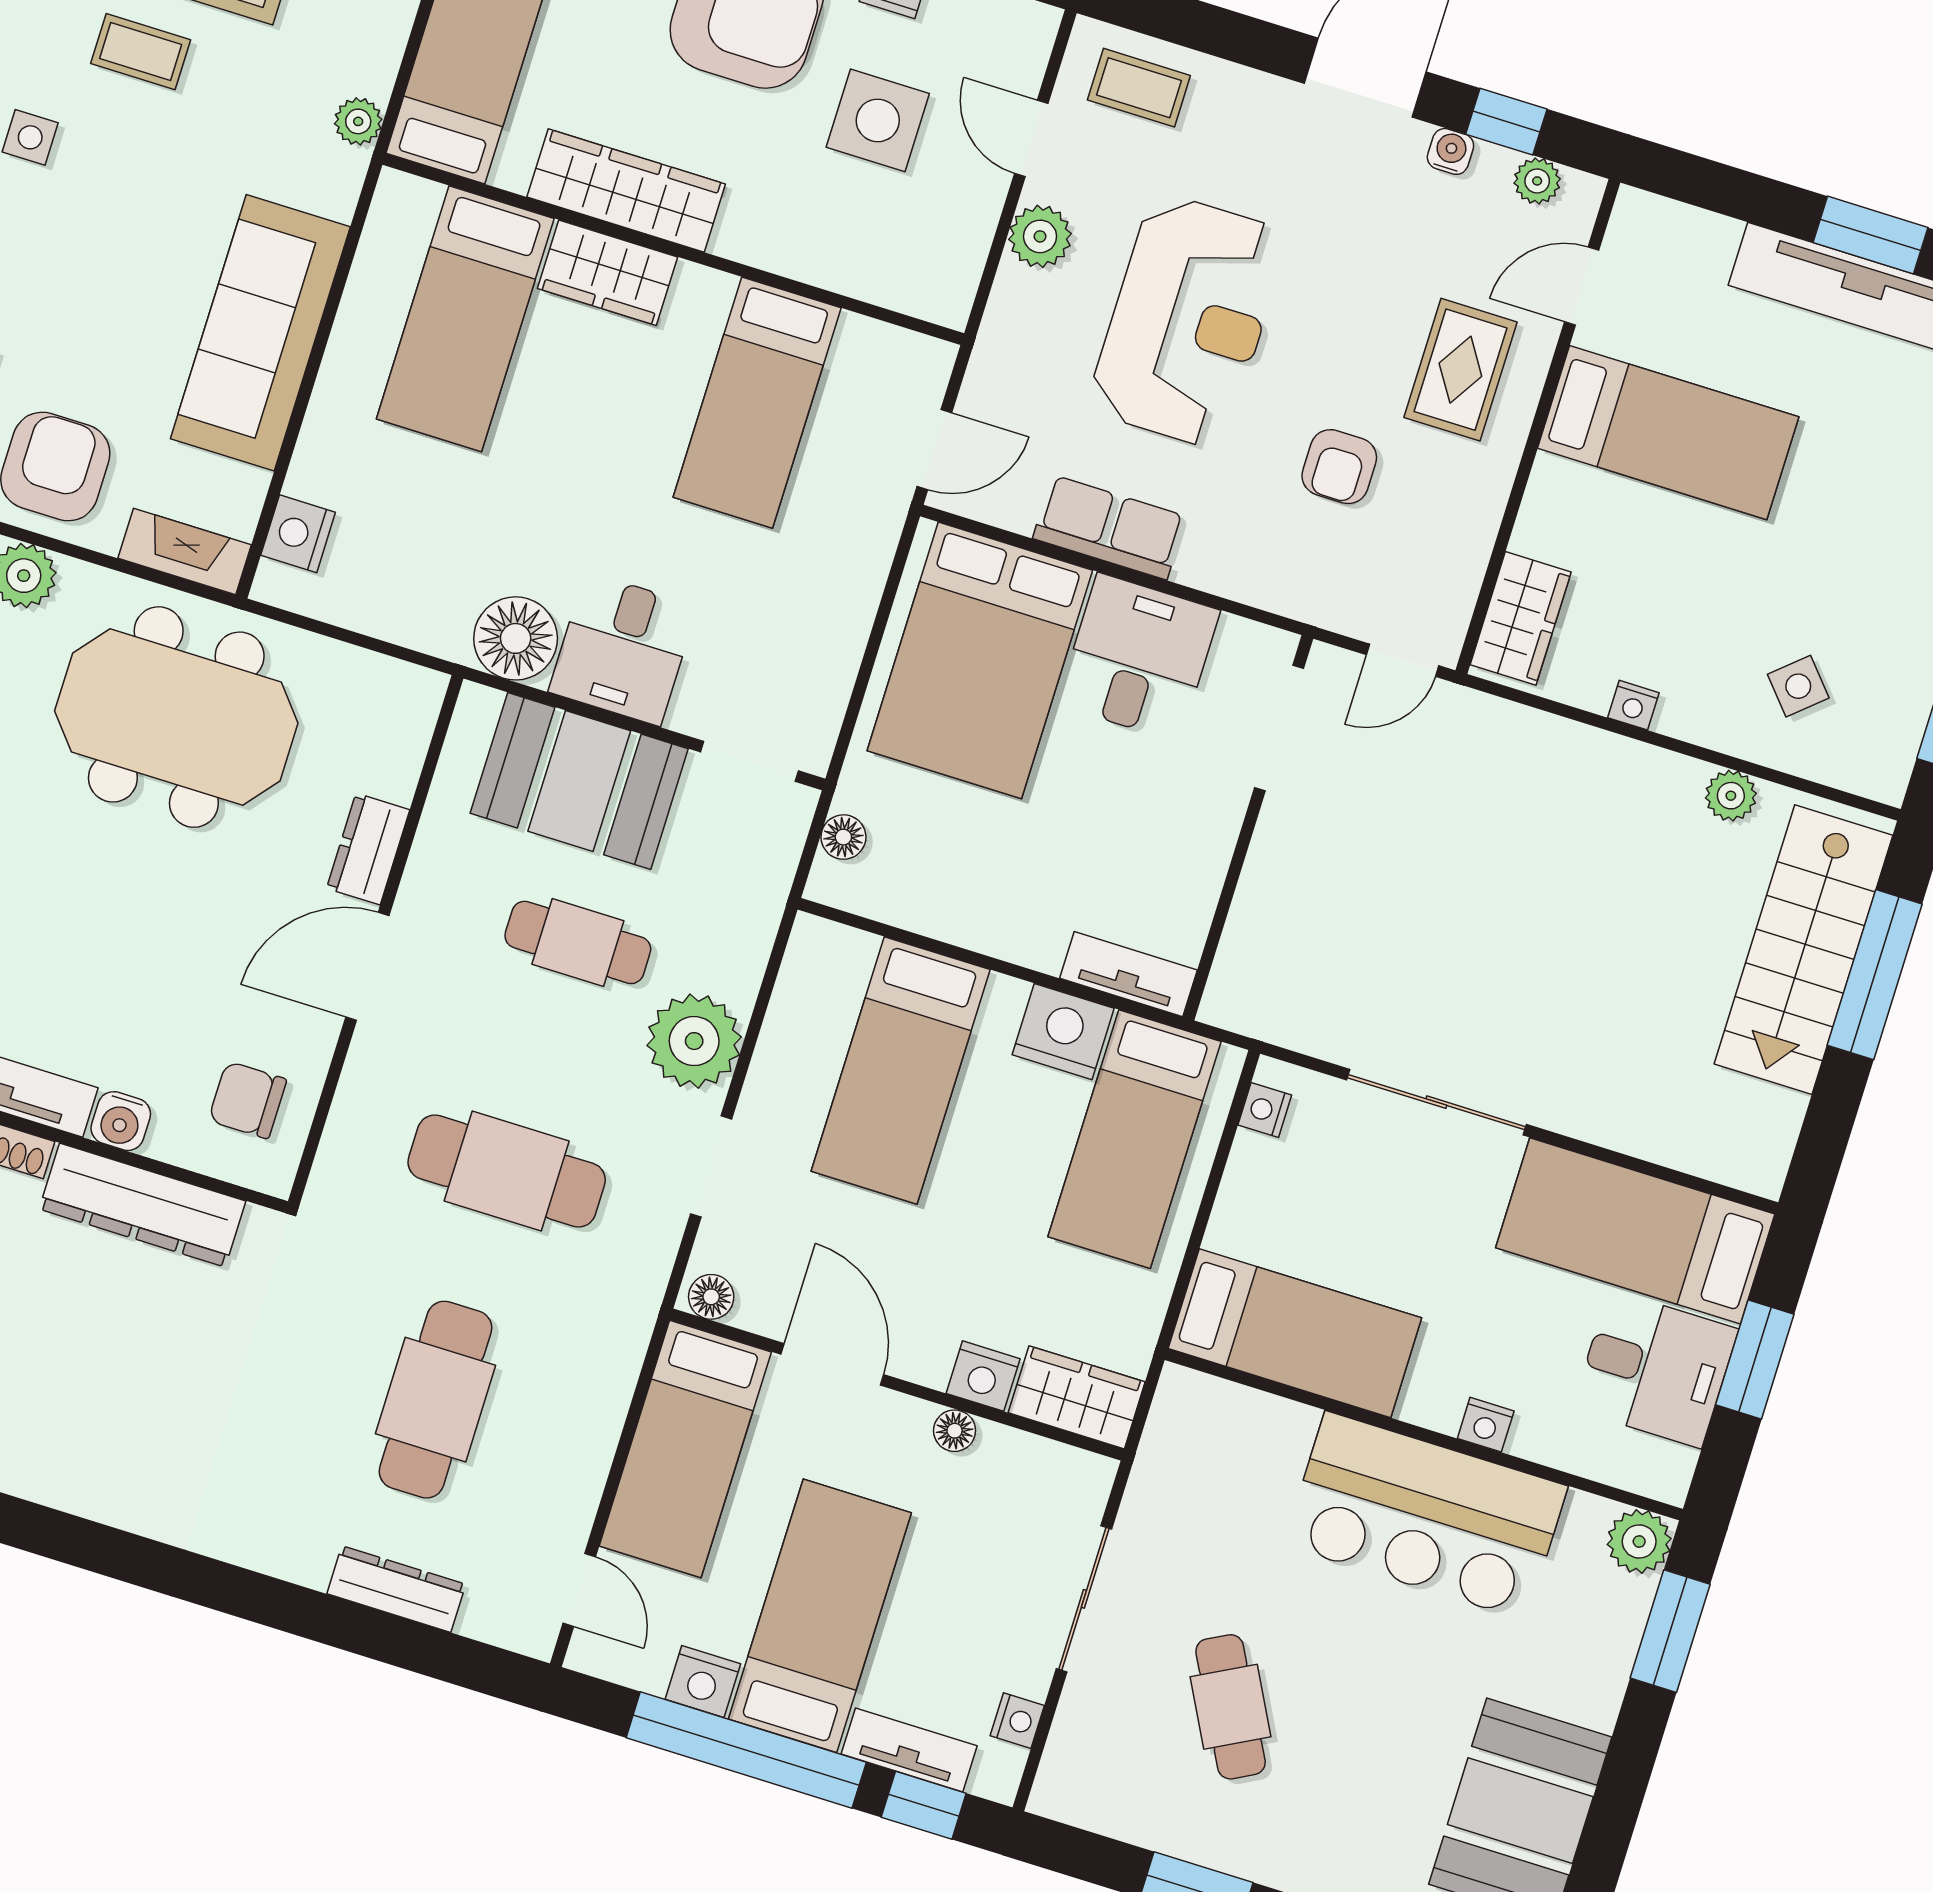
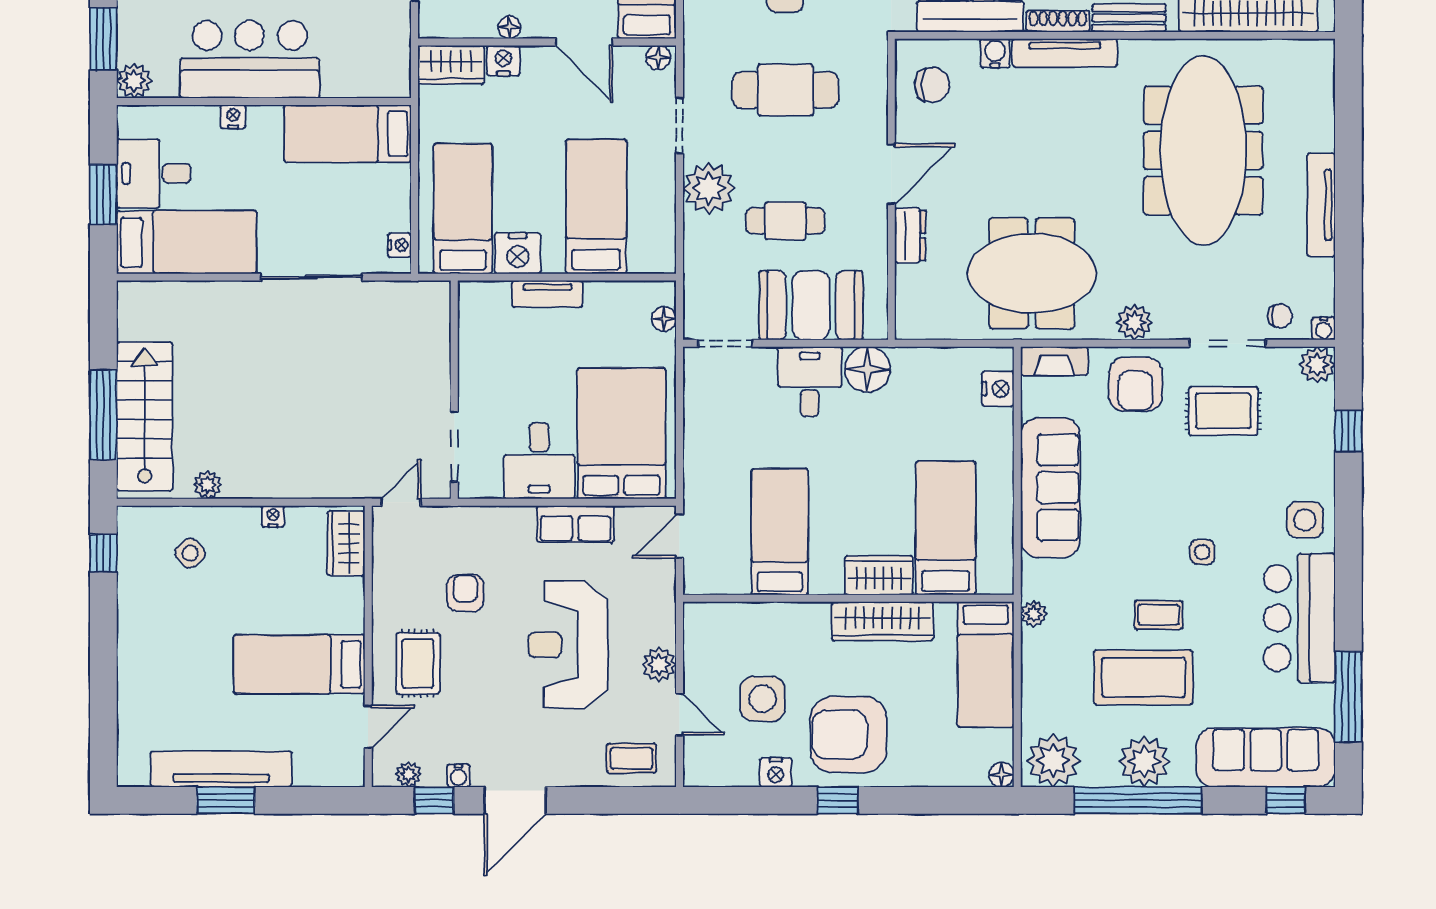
tv unit: (1129, 974) -> (547, 294), moved

